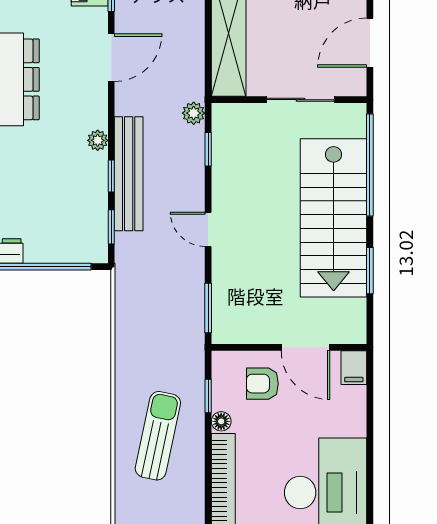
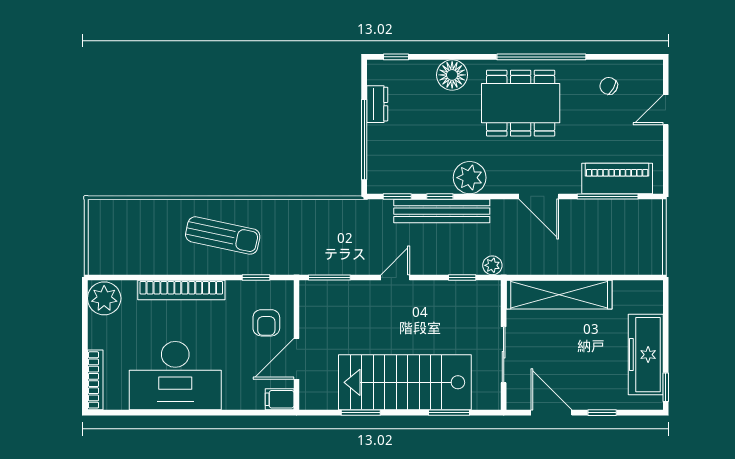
plant: (98, 140) -> (470, 178), width x1.88, depth x1.88
window: (370, 165) -> (449, 413), width x0.47
armchair: (262, 384) -> (266, 323), turned 180
floor lamp: (221, 421) -> (235, 288), removed

